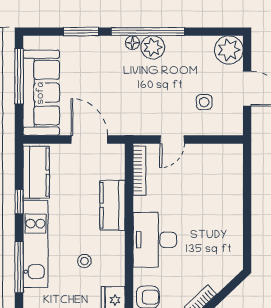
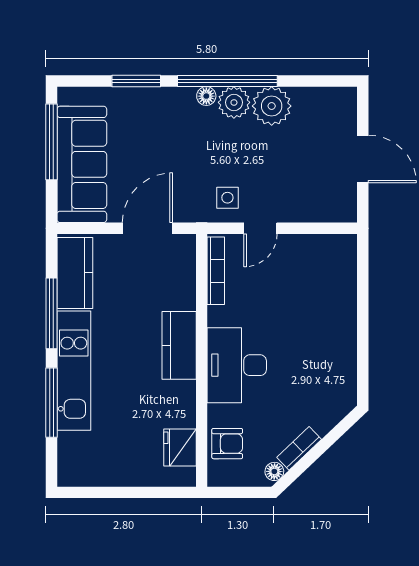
plant: (229, 50) -> (272, 106), moved
side table: (204, 102) -> (227, 198), moved
door: (89, 139) -> (147, 228), hinge flipped
window: (19, 202) -> (51, 313), width x2.17
kitchen counter: (112, 205) -> (179, 345), moved
stool: (84, 261) -> (141, 394), removed

